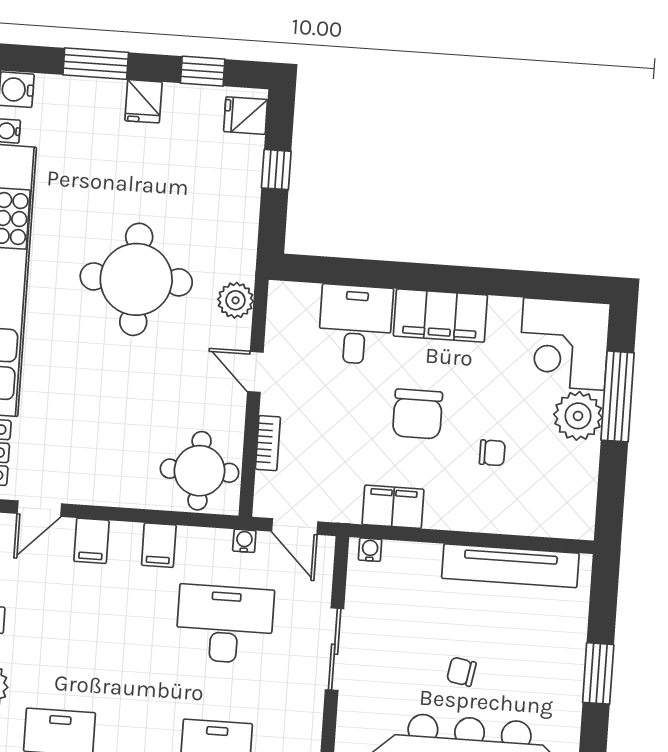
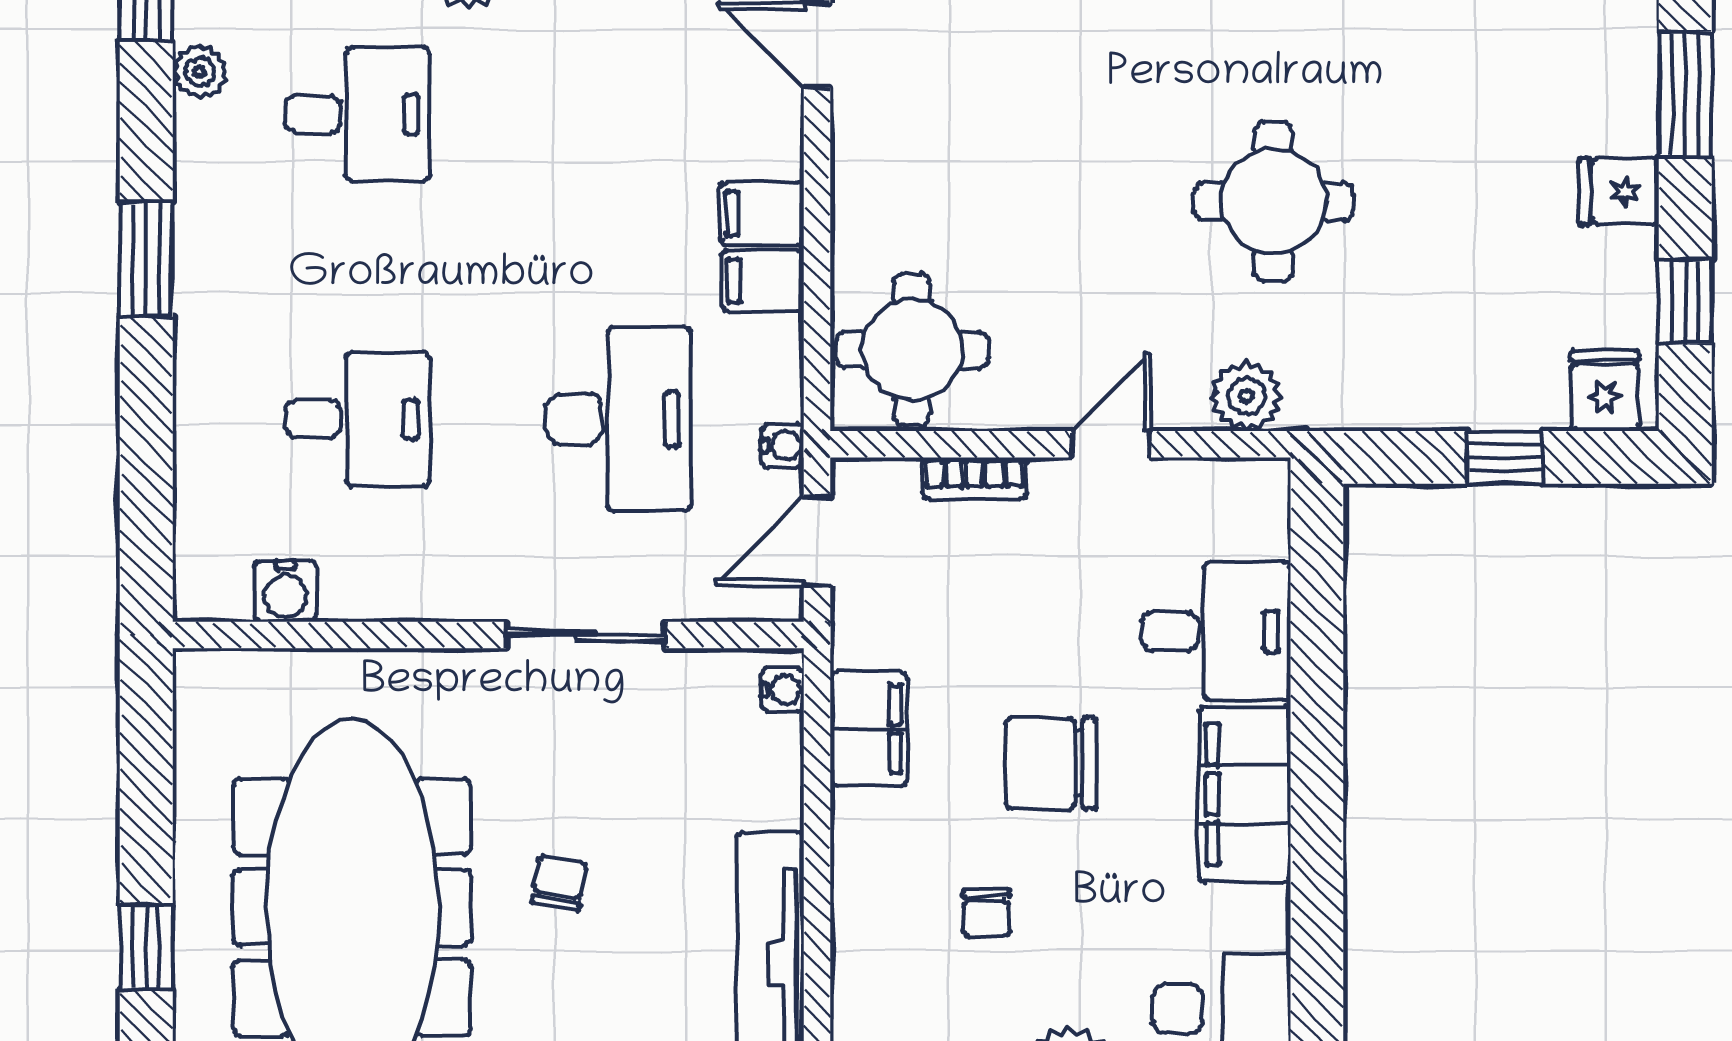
round table: (136, 279) -> (1273, 201), width x0.73, depth x0.73
filing cabinet: (91, 541) -> (762, 213), moved

